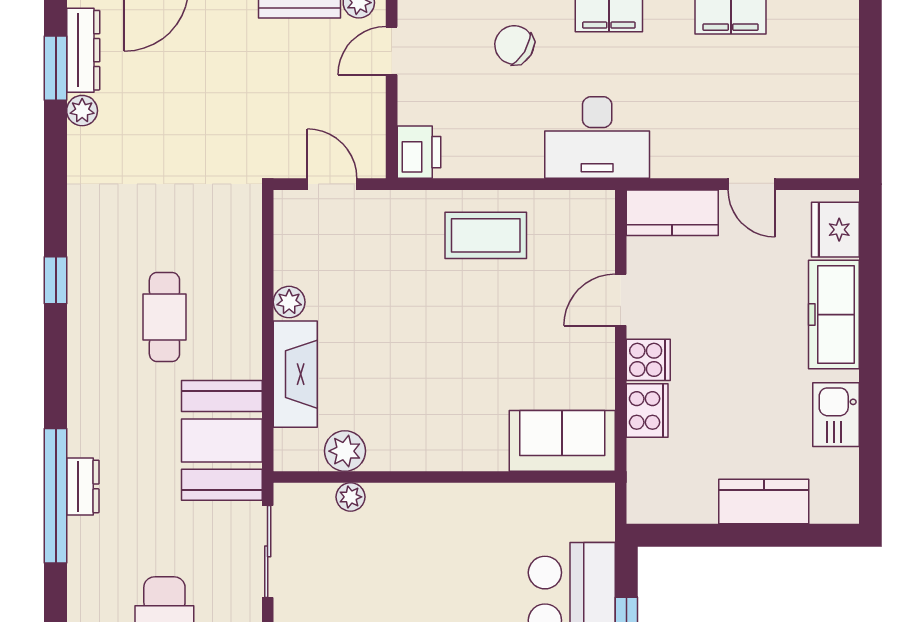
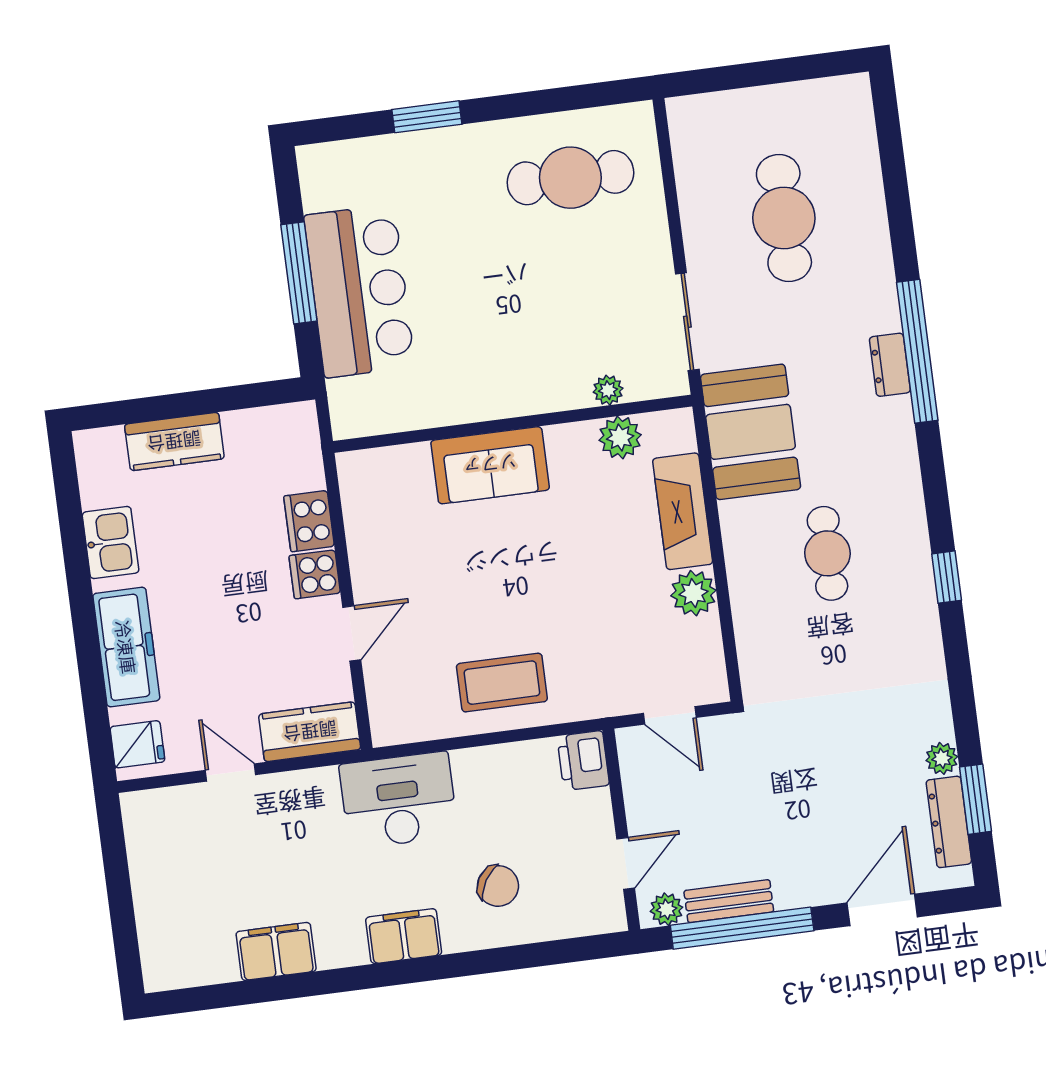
fridge: (835, 230) -> (137, 744), width x0.72
plant: (289, 302) -> (693, 593), width x1.38, depth x1.38
sofa: (562, 441) -> (490, 465), moved

